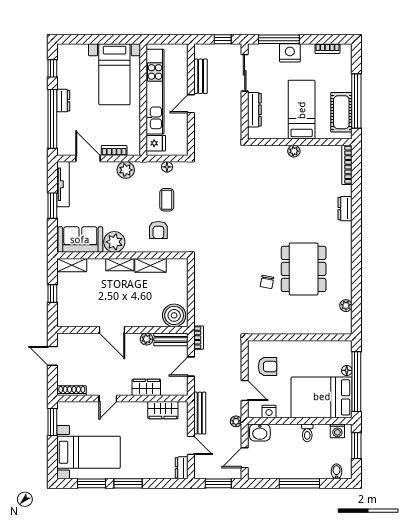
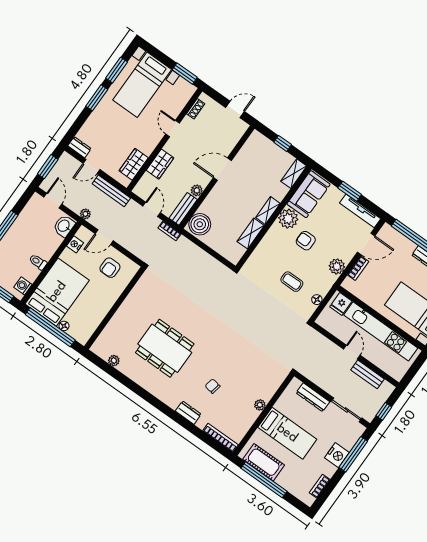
armchair: (158, 230) -> (306, 241), moved
chair: (267, 282) -> (213, 386), moved
shoe rack: (72, 391) -> (196, 109), width x0.70

